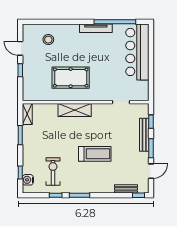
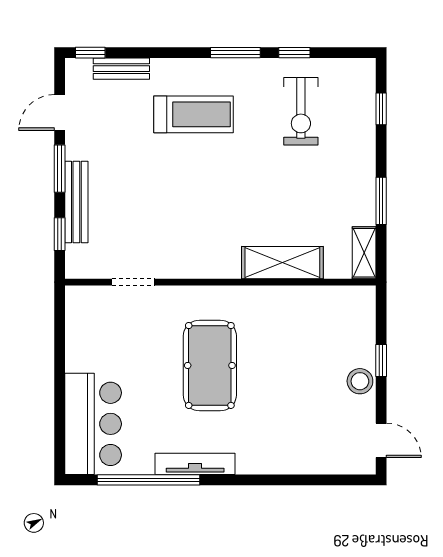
stool: (48, 40) -> (360, 381), moved
door: (20, 48) -> (381, 440), moved
bar counter: (137, 52) -> (93, 424), width x0.73
pool table: (71, 78) -> (210, 365), moved, turned 90
shelving: (75, 110) -> (282, 263), moved
treadmill: (95, 154) -> (193, 114), moved, turned 180
water cooler: (28, 180) -> (363, 91), removed

